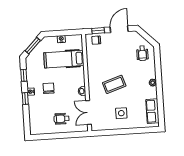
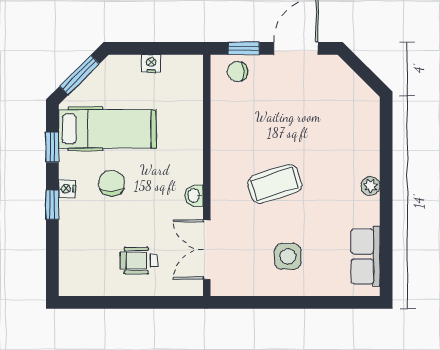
wheelchair: (142, 53) -> (350, 111), removed
hospital bed: (64, 59) -> (107, 129), moved, turned 180

